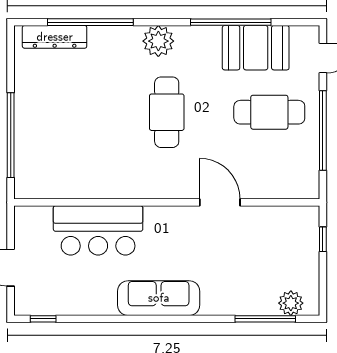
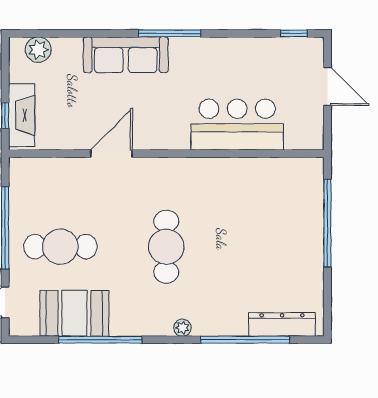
plant: (158, 41) -> (182, 328), width x0.53, depth x0.53
door: (220, 202) -> (111, 154), swing flipped
fireplace: (307, 240) -> (22, 115), added
sofa: (159, 298) -> (126, 55), moved
window: (265, 319) -> (170, 33), moved

